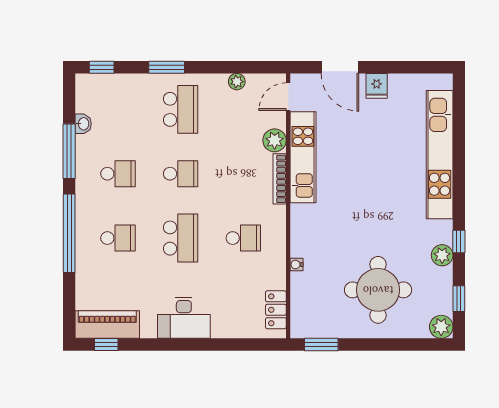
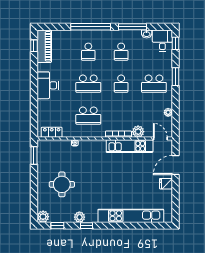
desk: (96, 93) -> (162, 41), added
school desk: (243, 238) -> (88, 116), width x1.85
round table: (378, 290) -> (62, 184), width x0.73, depth x0.73

